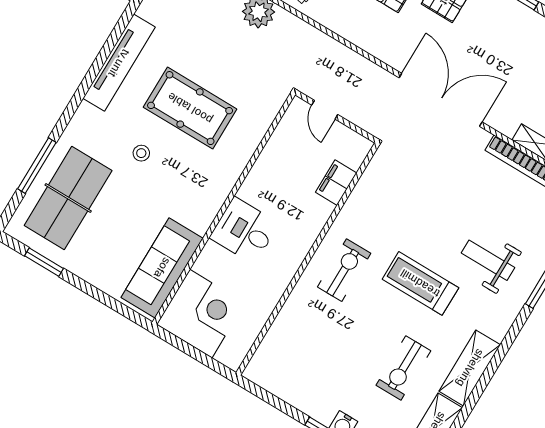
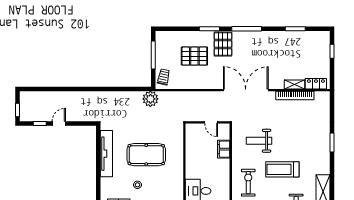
door: (325, 110) -> (211, 122), moved
weight bench: (488, 260) -> (259, 141), moved

